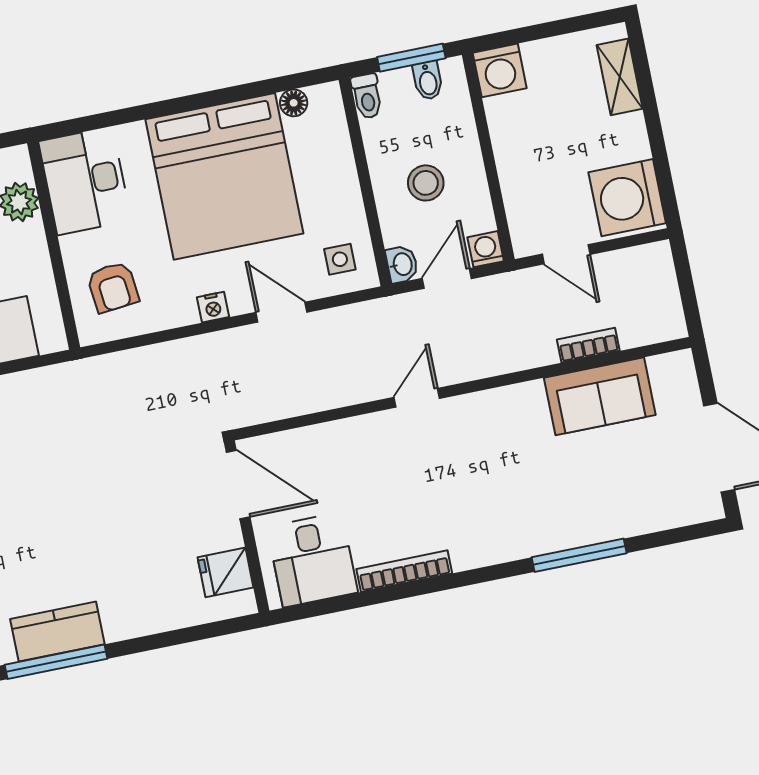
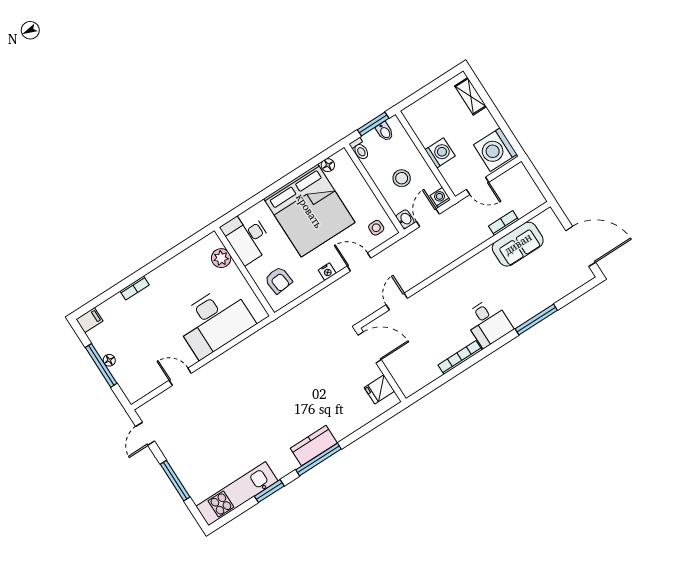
washing machine: (500, 70) -> (440, 153), moved, turned -90
door: (417, 398) -> (397, 302), moved
desk: (312, 560) -> (488, 322), moved

